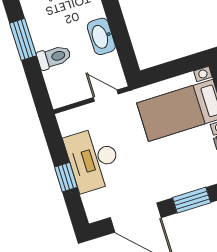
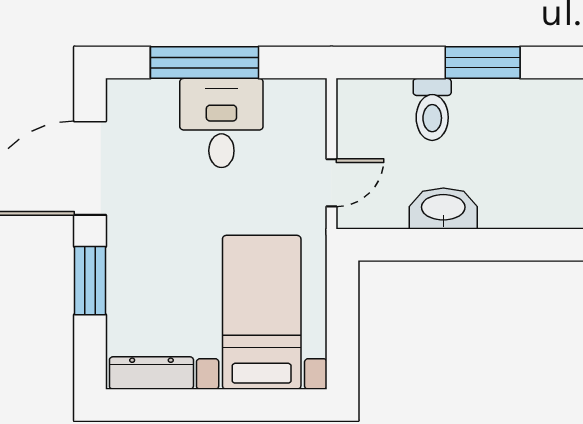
desk: (93, 159) -> (221, 123), width x0.73
window: (66, 177) -> (205, 63), width x2.17

